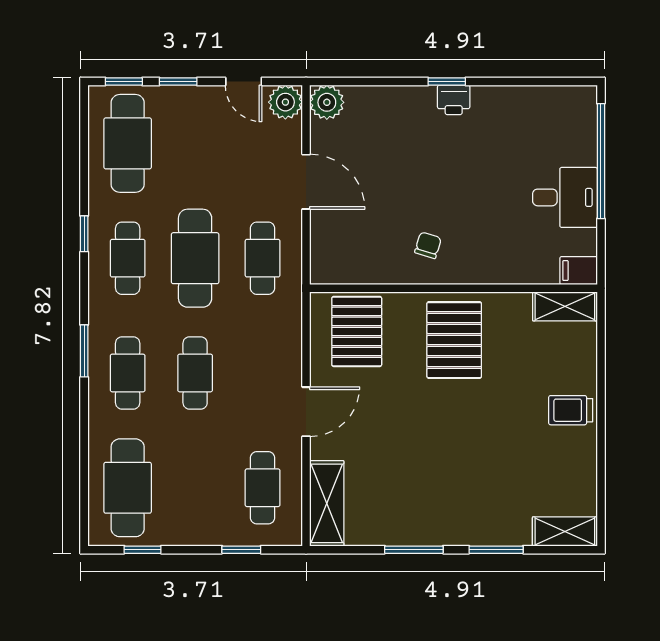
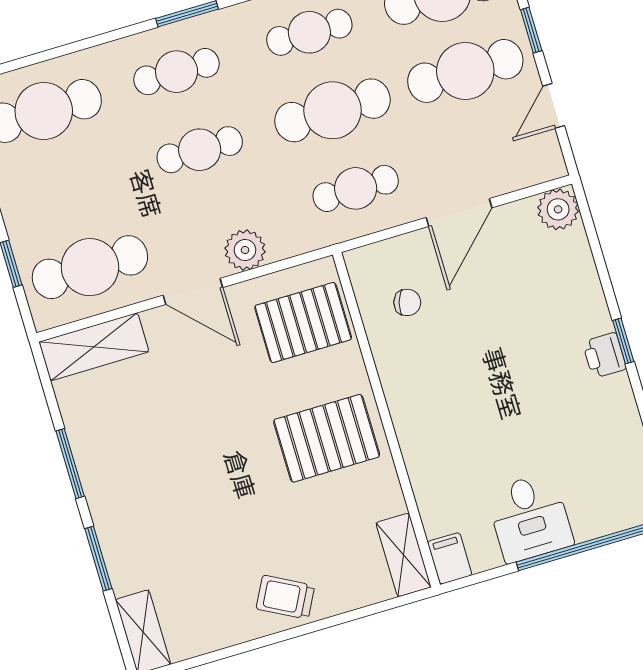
plant: (285, 102) -> (245, 250), moved
cafe table: (195, 143) -> (465, 71), added
chair: (428, 245) -> (407, 302), moved
trolley: (571, 410) -> (285, 597), turned -62
cafe table: (263, 488) -> (90, 267), width x1.37, depth x1.35

